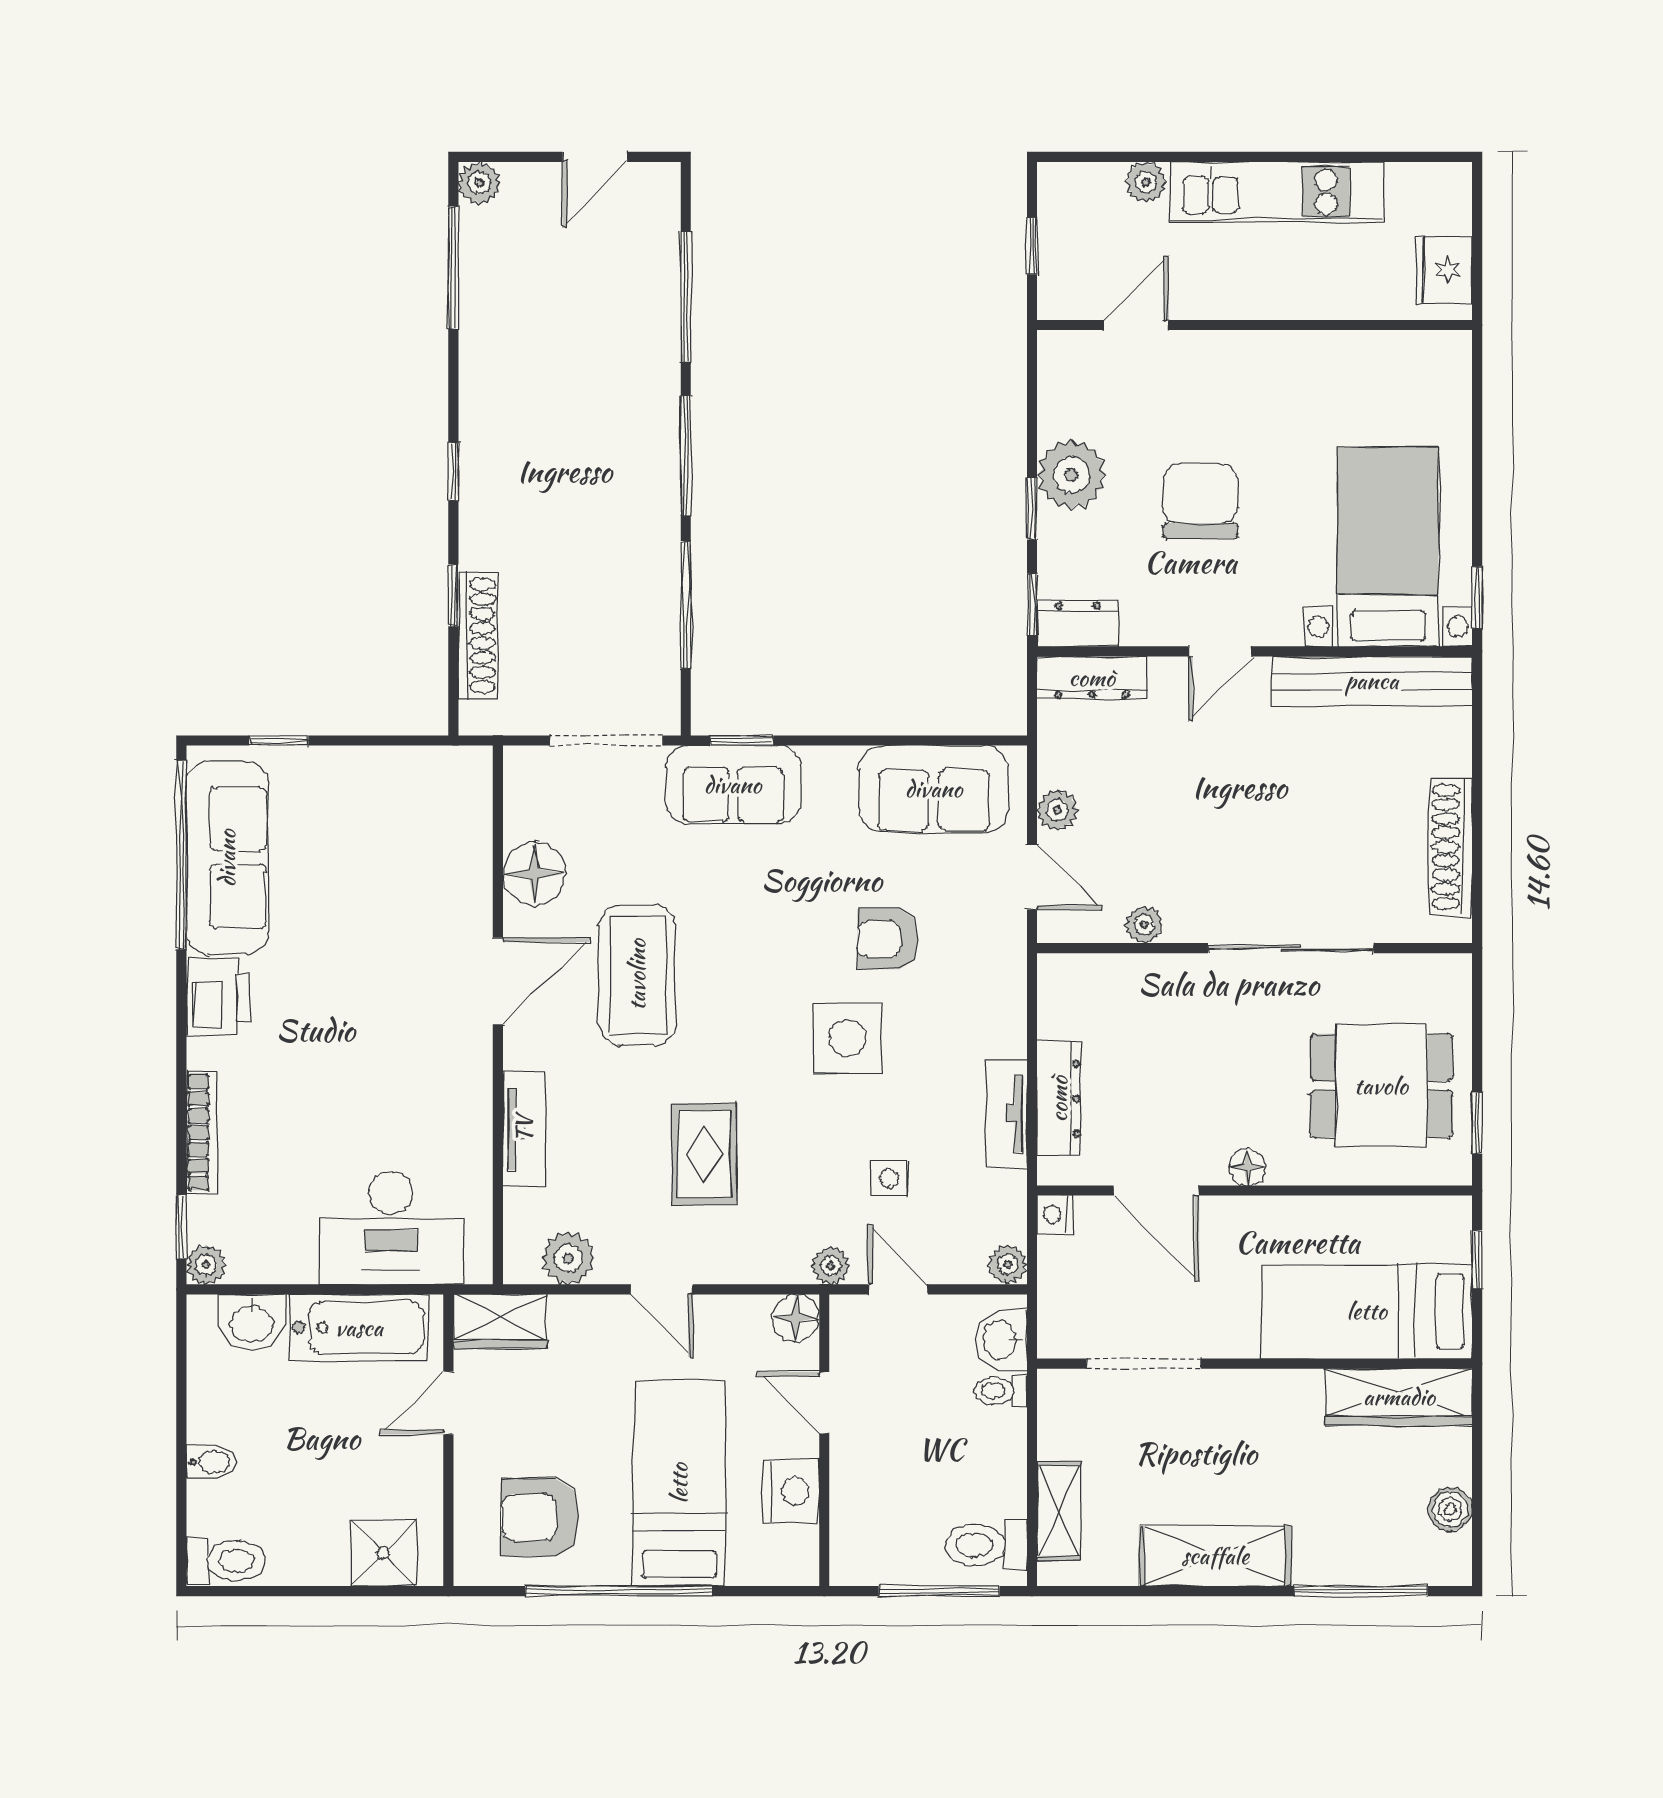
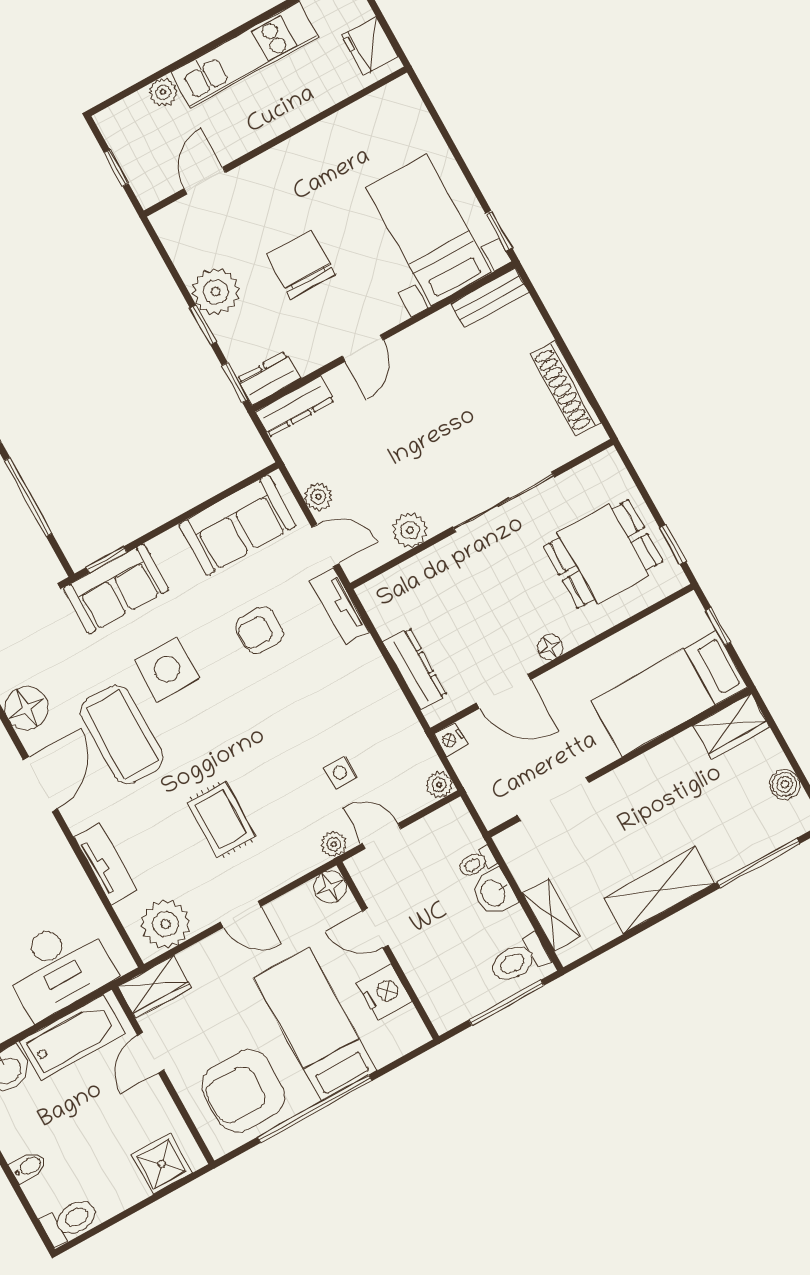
bench: (1372, 681) -> (490, 298), width x0.54, depth x0.82
plant: (1144, 925) -> (410, 530), width x1.38, depth x1.38
side table: (847, 1038) -> (167, 669), moved
tv unit: (1007, 1114) -> (339, 606), moved
plant: (568, 1258) -> (166, 924), width x1.36, depth x1.36
washbasin: (1001, 1340) -> (494, 893), moved
wardrobe: (1399, 1397) -> (731, 726), width x0.67
armchair: (540, 1517) -> (243, 1091), width x1.36, depth x1.36

